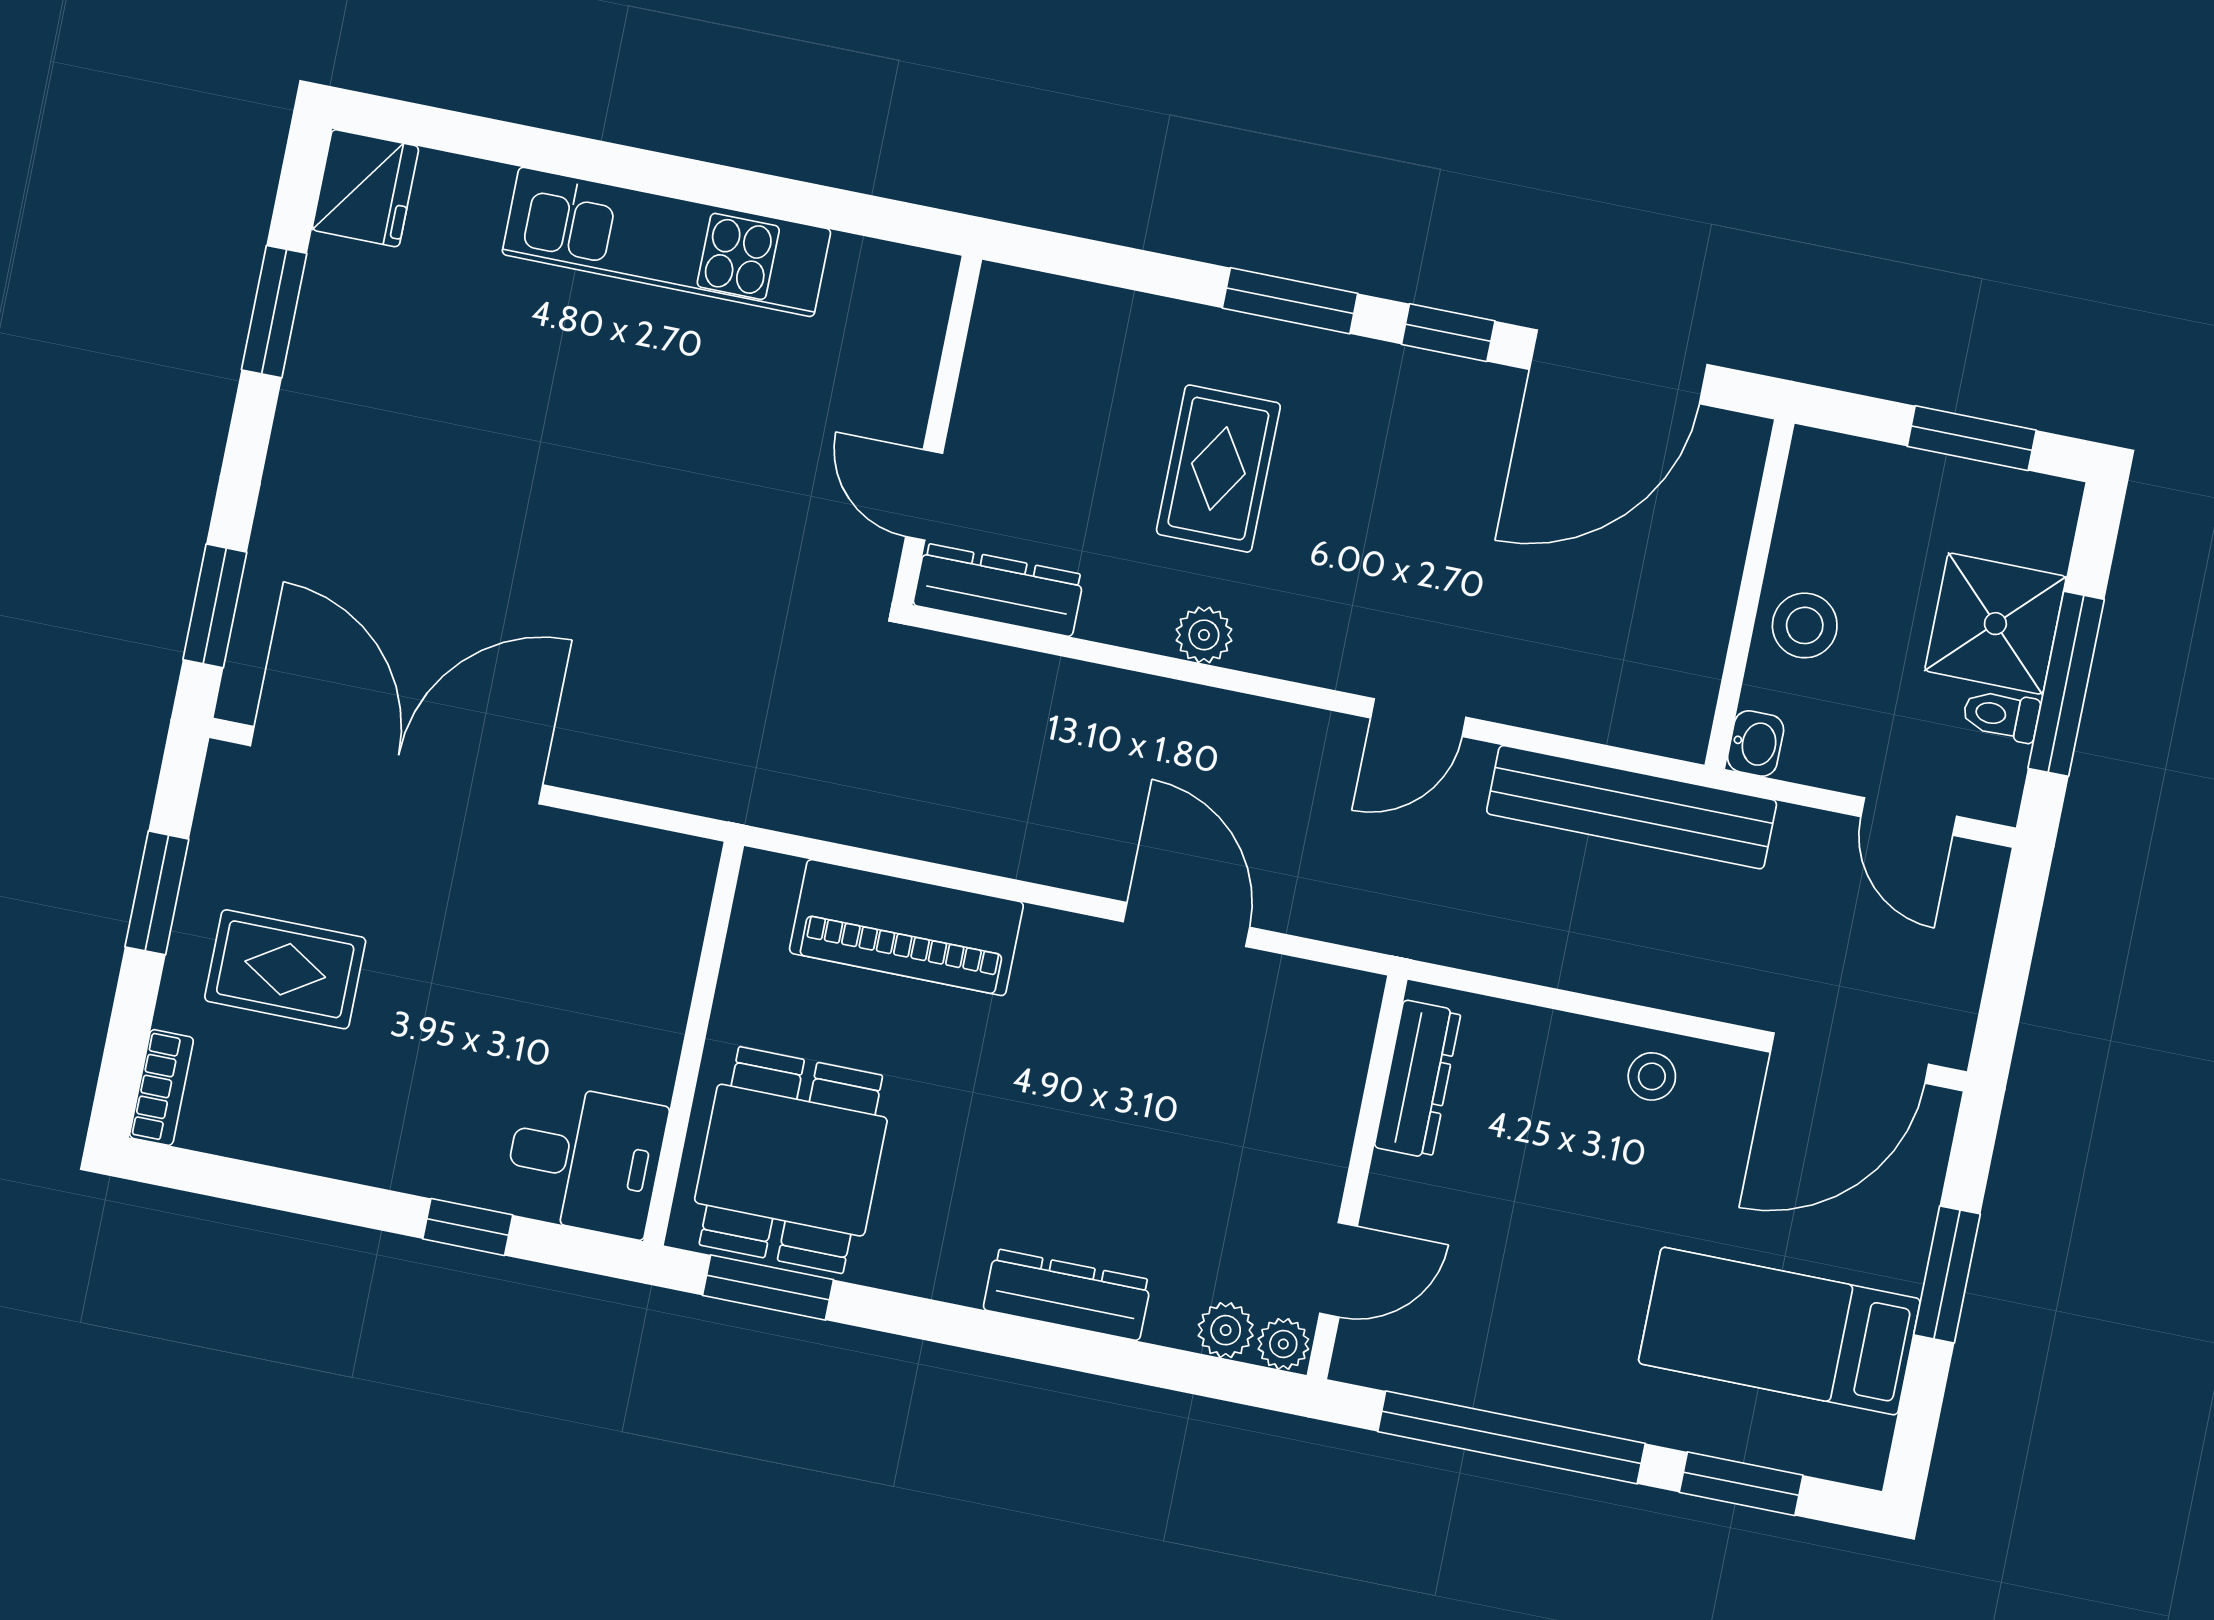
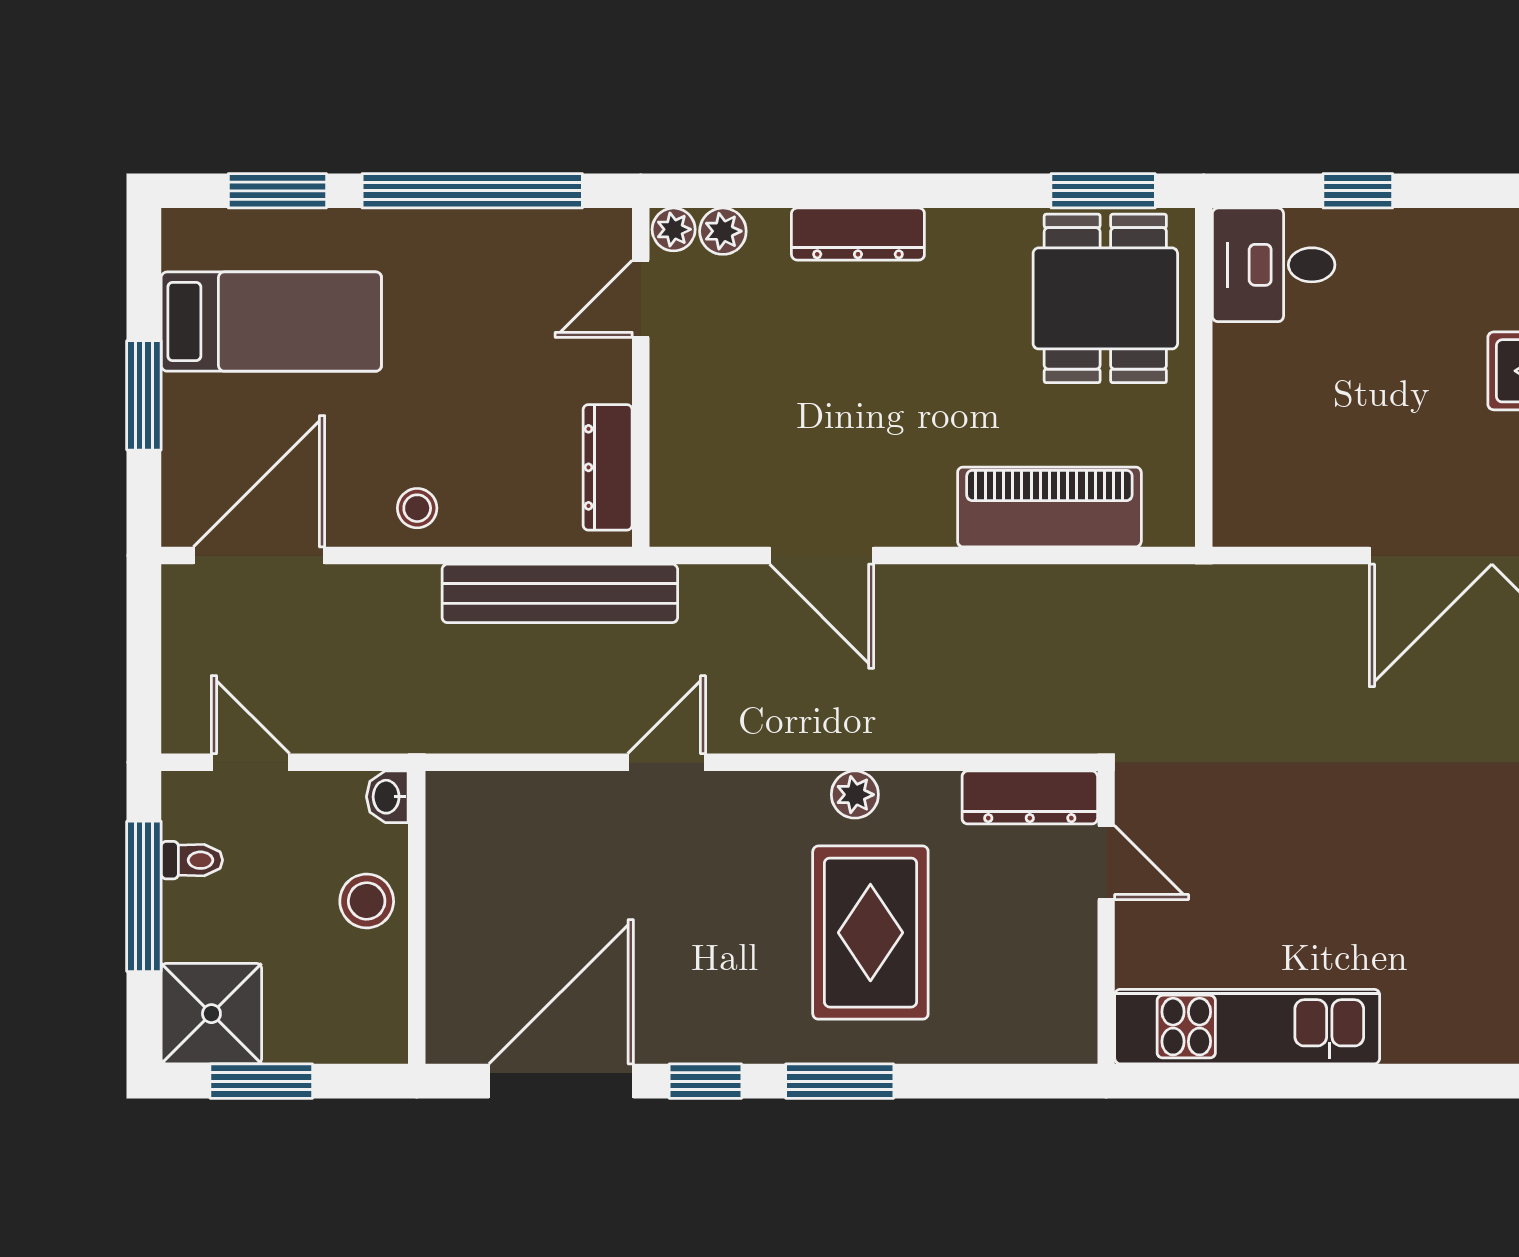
kitchen unit: (666, 242) -> (1247, 1027), moved
rug: (1218, 469) -> (870, 933), width x1.36, depth x1.43
shower: (1995, 624) -> (211, 1014), moved
bench: (1632, 807) -> (560, 593), moved

